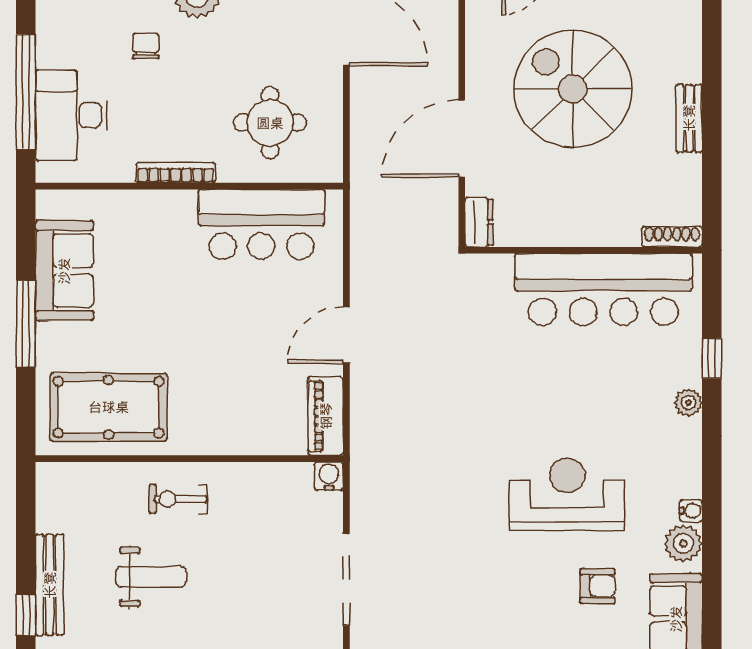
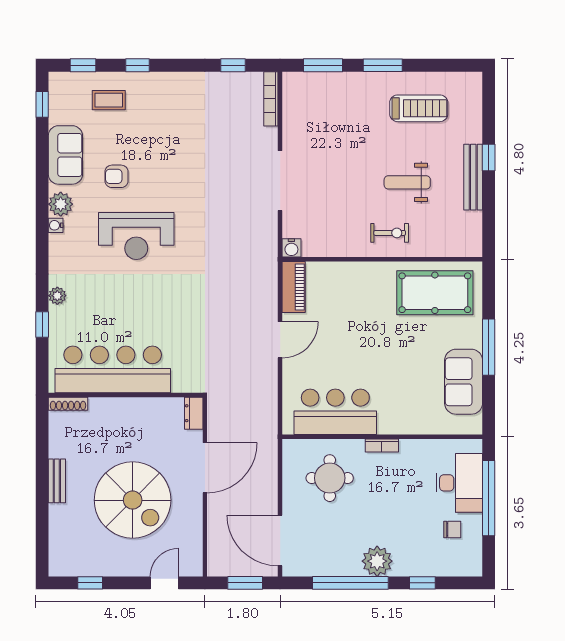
chair: (146, 46) -> (452, 529), moved, turned -90
bookcase: (176, 173) -> (382, 445), width x0.64

